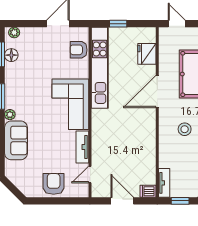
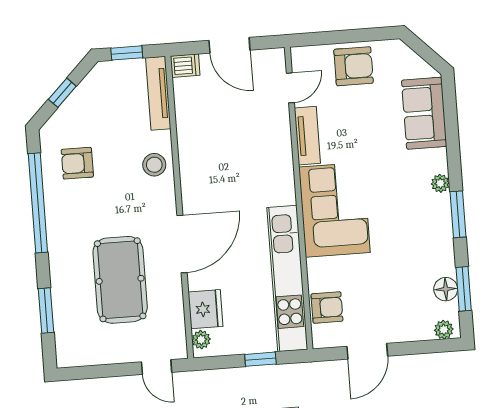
plant: (151, 37) -> (201, 340), added
stool: (185, 129) -> (154, 165), moved
sofa: (16, 140) -> (424, 113), moved
tv unit: (164, 183) -> (158, 93), width x1.41
armchair: (54, 184) -> (354, 66), turned -90

